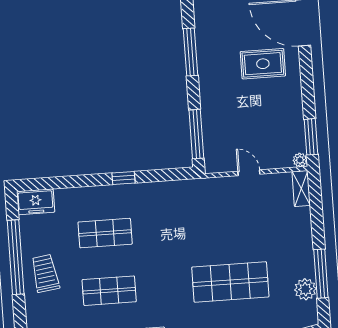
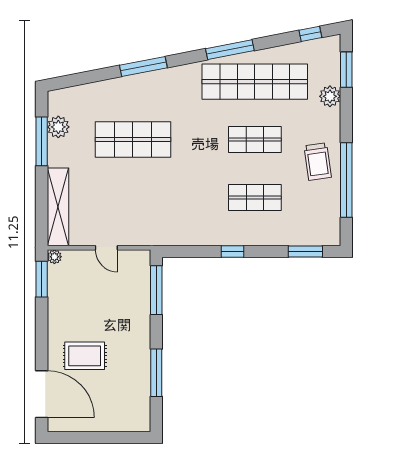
window: (51, 183) -> (305, 251), added
shelving: (301, 189) -> (58, 207), width x2.20, depth x1.33
freezer: (36, 202) -> (322, 234), removed

